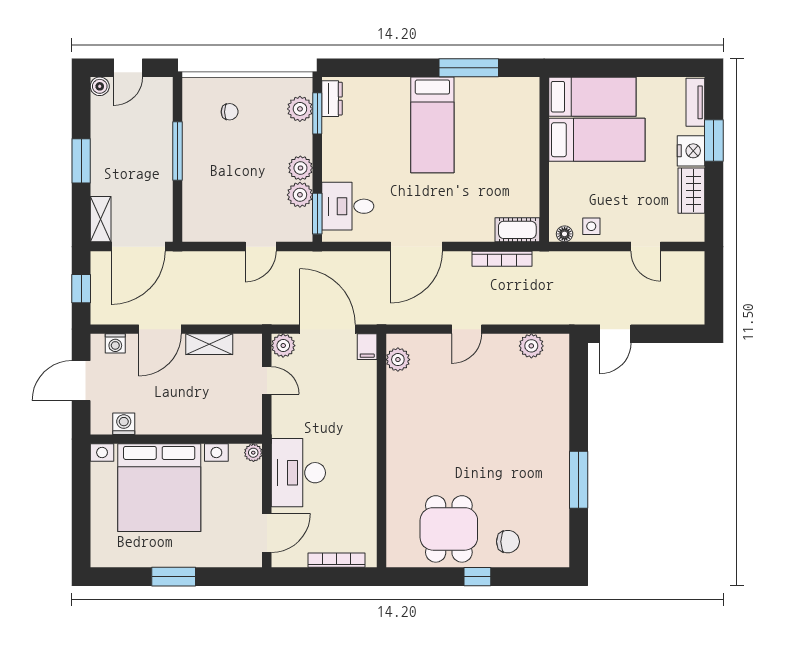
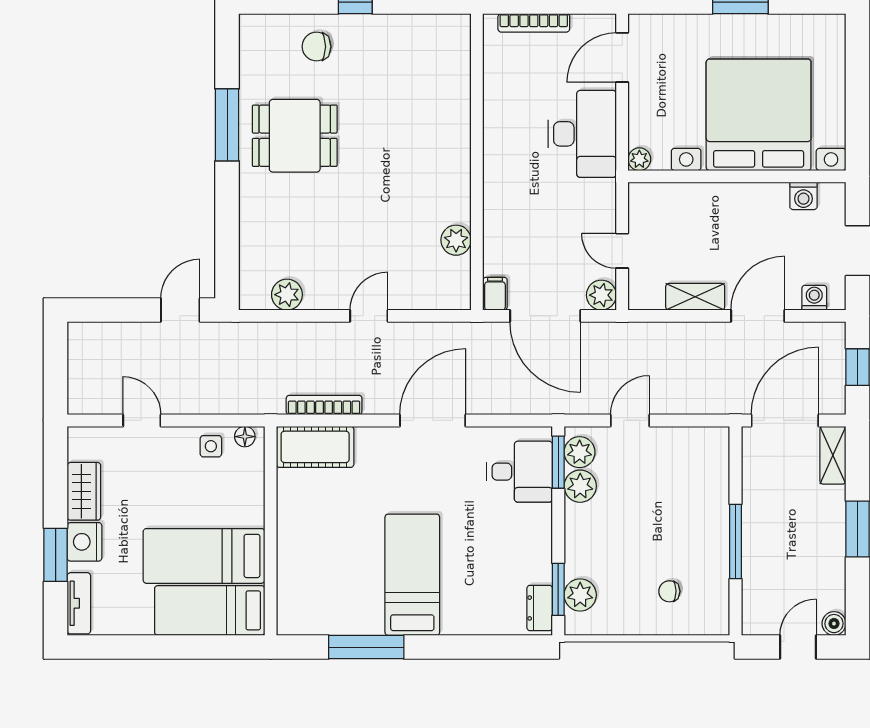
plant: (300, 168) -> (580, 452), moved
cot: (517, 230) -> (315, 447), width x1.37, depth x1.34
plant: (398, 360) -> (456, 240), moved
dining table: (449, 529) -> (295, 136), moved, turned 90

